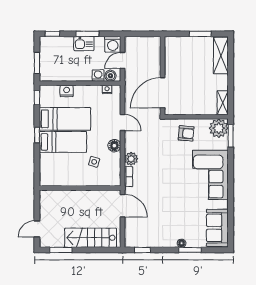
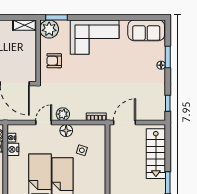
nightstand: (67, 91) -> (13, 149), moved
armchair: (186, 133) -> (54, 61), turned -95
plant: (131, 159) -> (63, 114), moved

